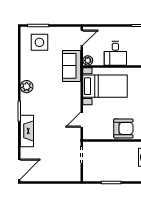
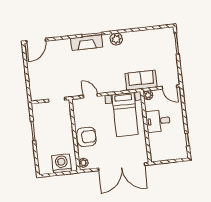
side table: (39, 42) -> (160, 47), removed
armchair: (123, 128) -> (86, 137), turned -90
fireplace: (27, 131) -> (87, 43), moved
door: (19, 169) -> (36, 41), hinge flipped

